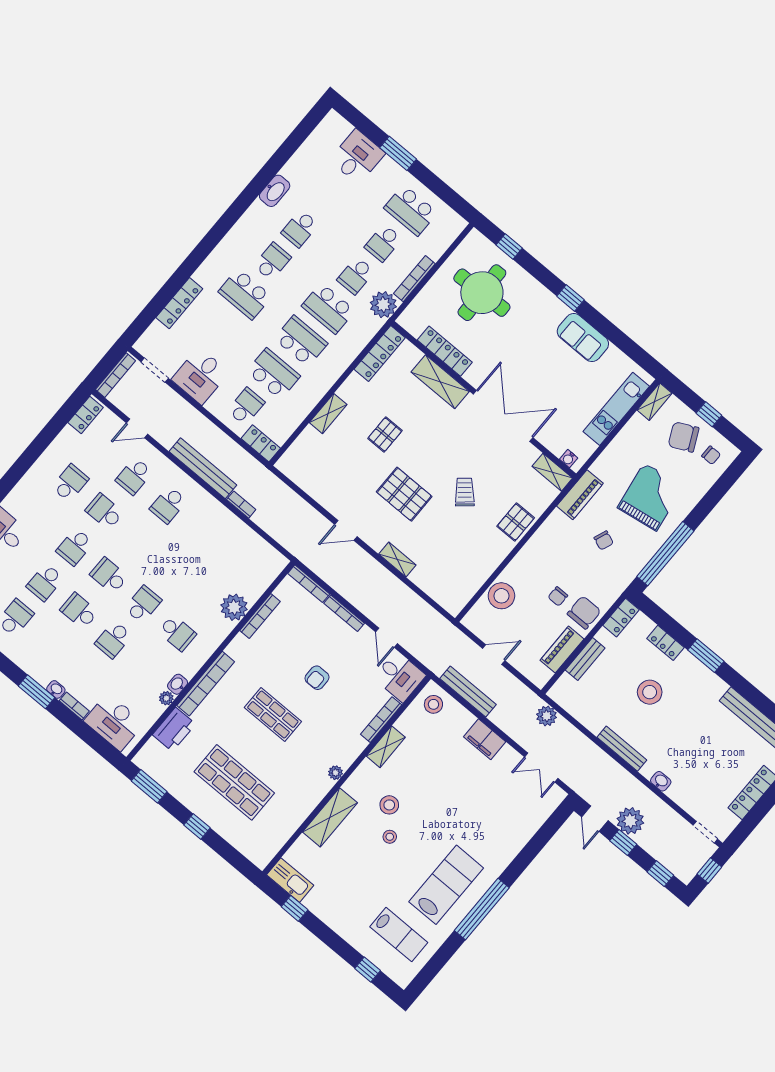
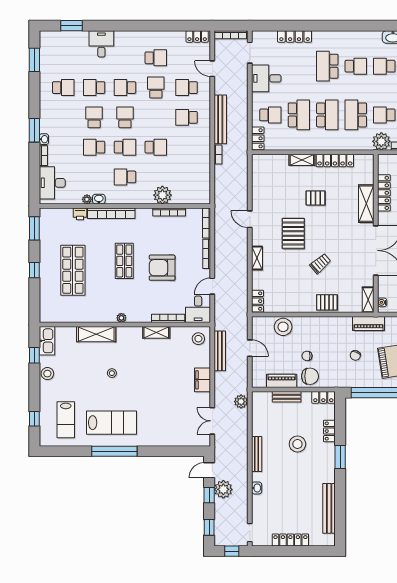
locker: (380, 353) -> (335, 161), moved
school desk: (173, 569) -> (156, 147), added
locker: (447, 600) -> (258, 301), added
school desk: (177, 633) -> (125, 177), turned 90
armchair: (317, 678) -> (162, 268), width x1.88, depth x1.88
printer: (174, 729) -> (80, 214), width x0.53, depth x0.68
stool: (389, 805) -> (47, 374), moved

